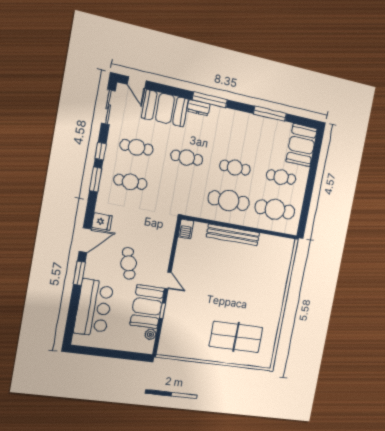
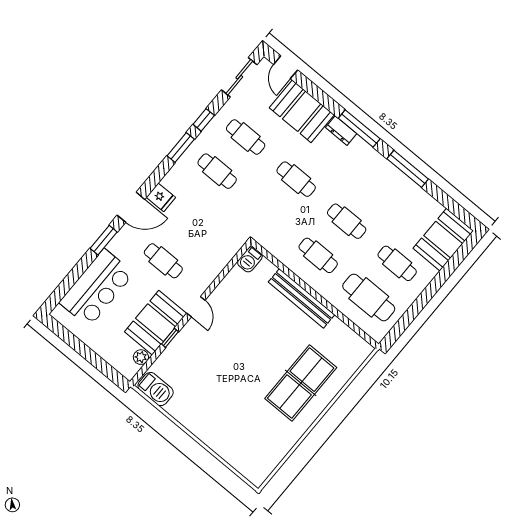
window: (270, 114) -> (408, 169), moved
cafe table: (229, 201) -> (318, 255), width x0.73, depth x0.74
cafe table: (129, 263) -> (163, 261), turned -76
table tennis table: (236, 337) -> (301, 383), moved, turned 90
barbecue: (172, 348) -> (156, 389), added

